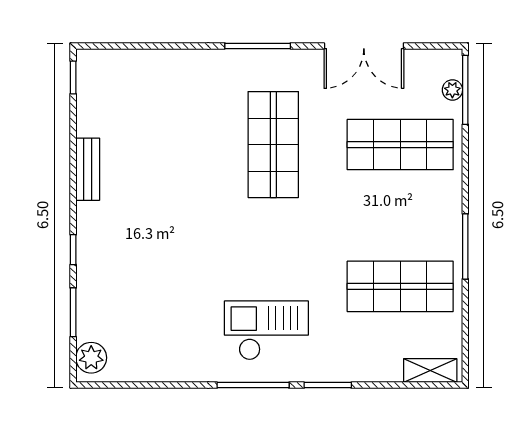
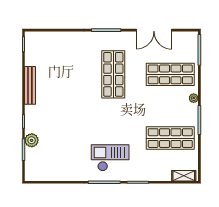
plant: (452, 90) -> (194, 98), moved
bench: (88, 169) -> (30, 85), width x1.36
plant: (91, 358) -> (32, 140), moved

